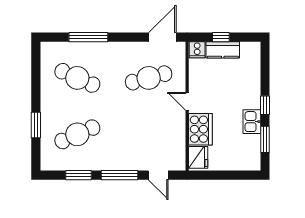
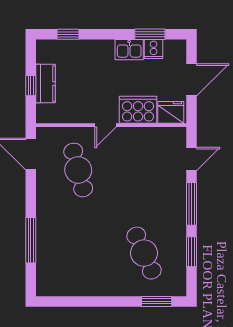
cooker: (197, 50) -> (154, 49), moved, turned 90
cafe table: (77, 78) -> (78, 253), removed
window: (265, 105) -> (68, 34), moved
window: (36, 125) -> (157, 301), moved
door: (226, 175) -> (192, 80), added

